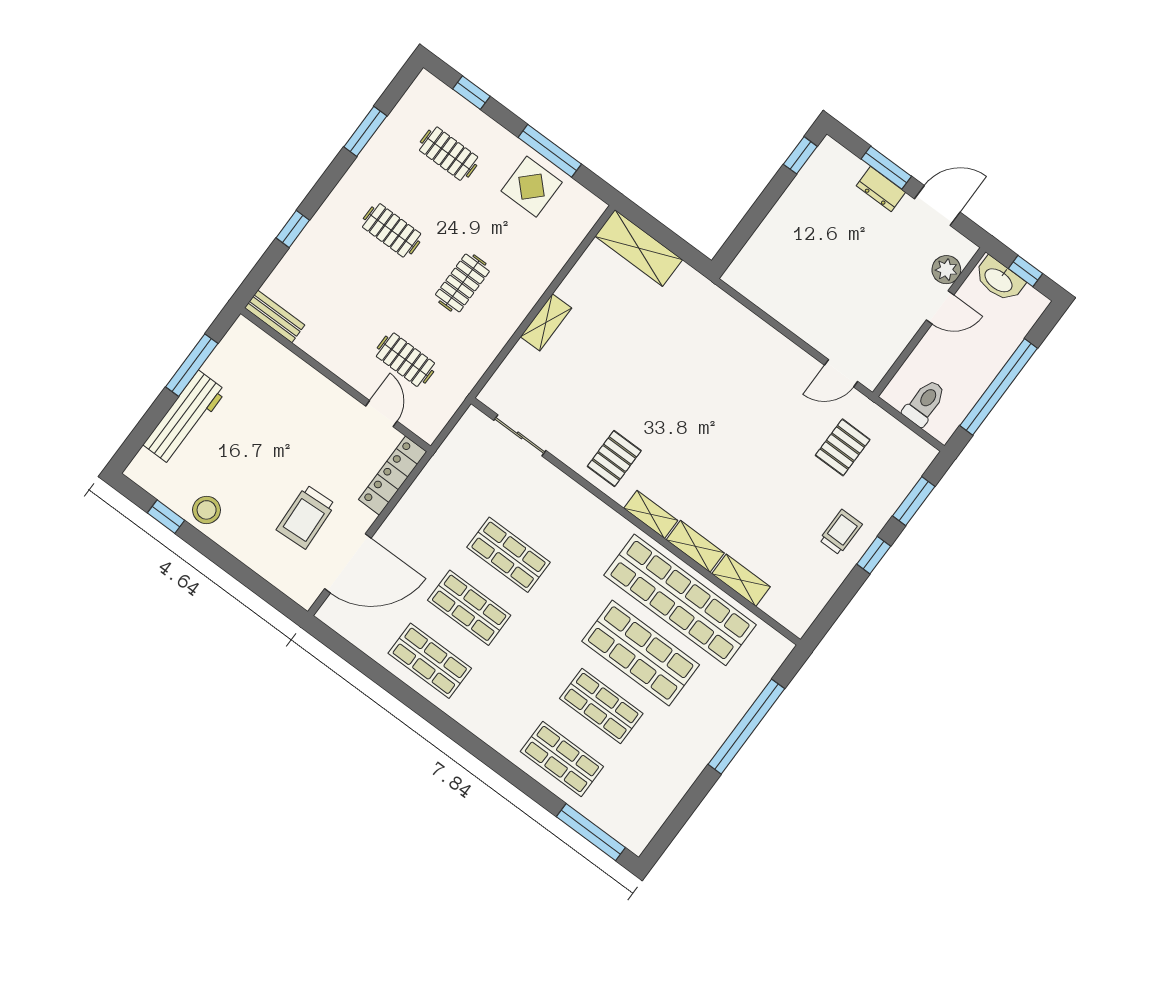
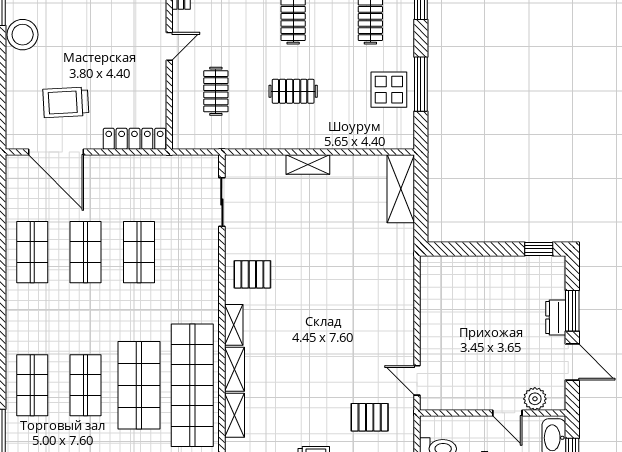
door: (381, 414) -> (169, 46), moved
stool: (207, 510) -> (23, 35), width x1.38, depth x1.38

